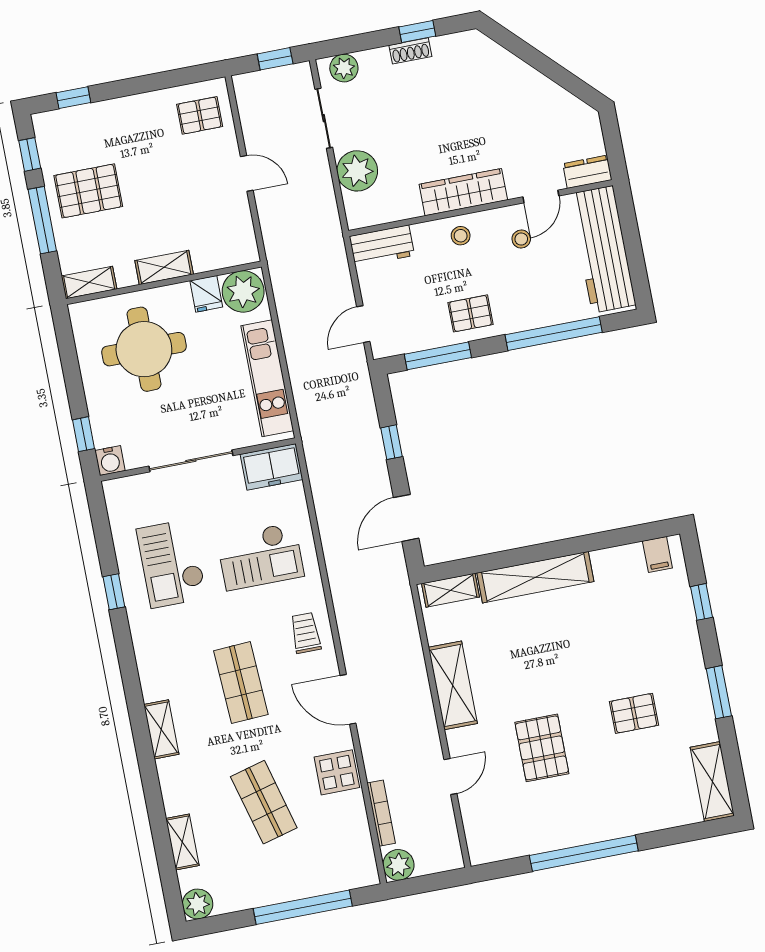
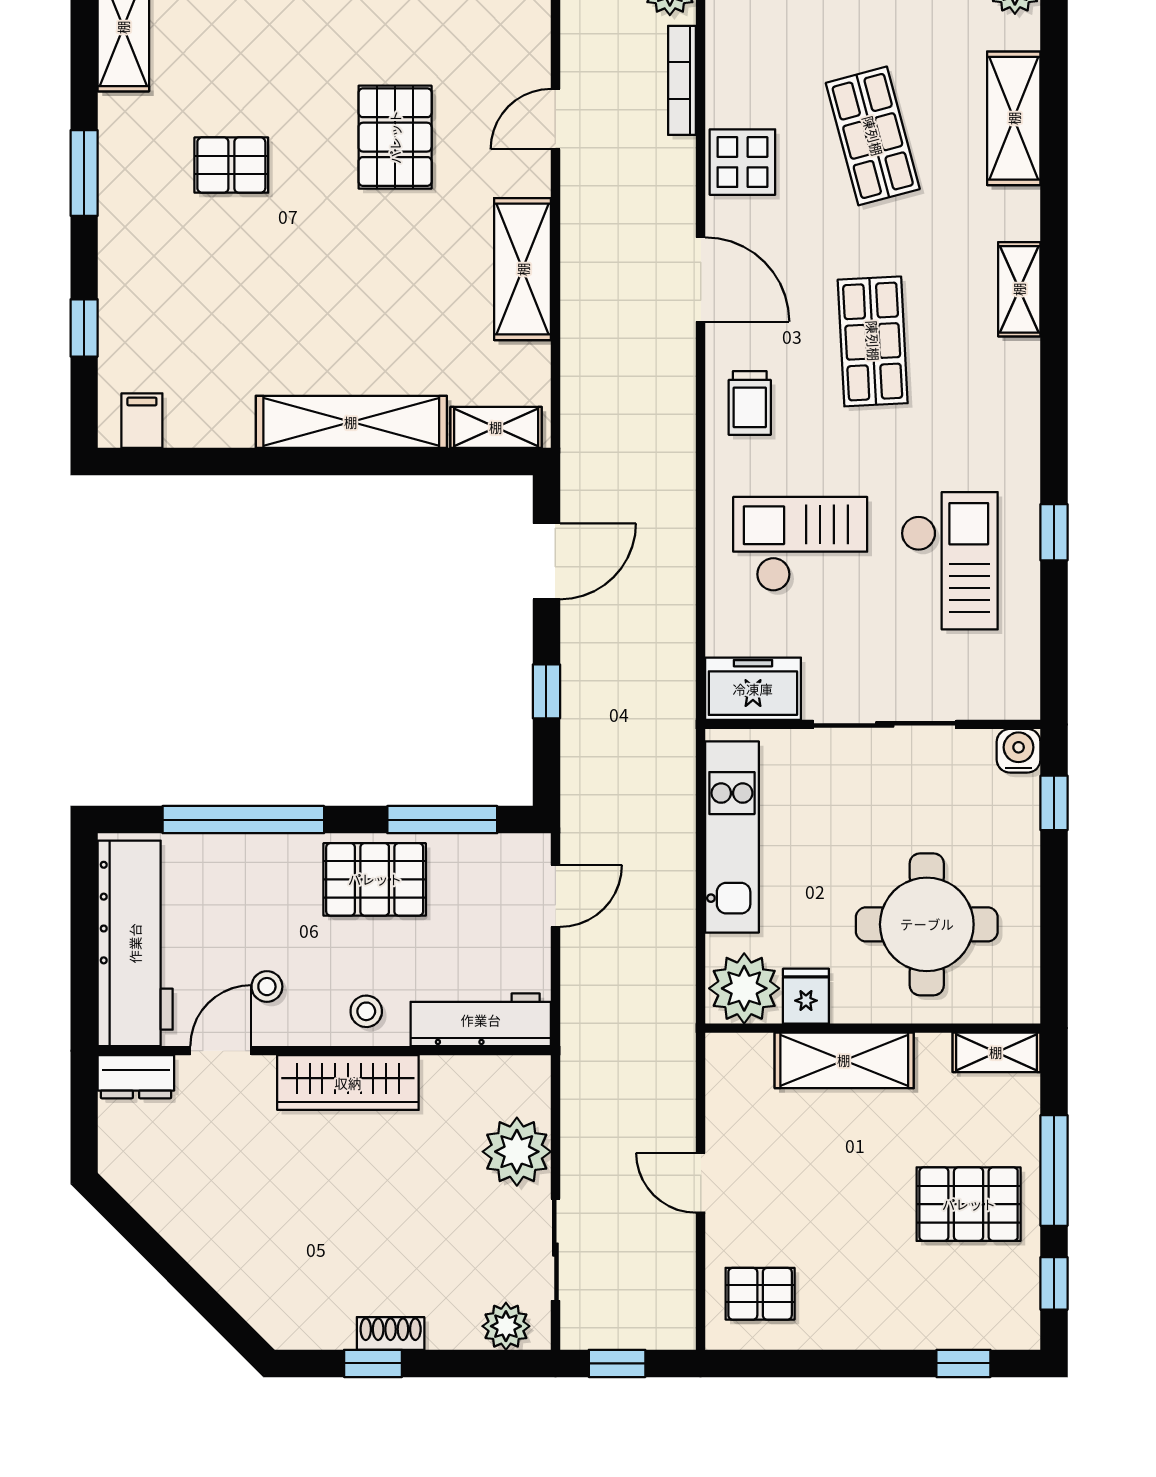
workbench: (382, 246) -> (481, 1020), width x1.38
shelving: (164, 267) -> (844, 1060), width x1.50, depth x1.33
pallet: (470, 313) -> (375, 879), width x1.50, depth x1.42
shelving: (182, 842) -> (1014, 118), width x1.50, depth x1.33

